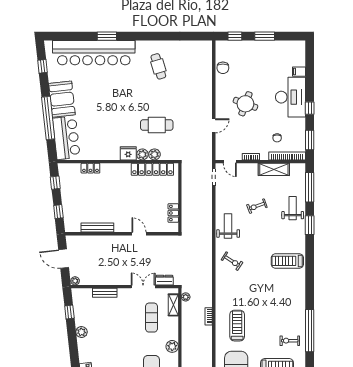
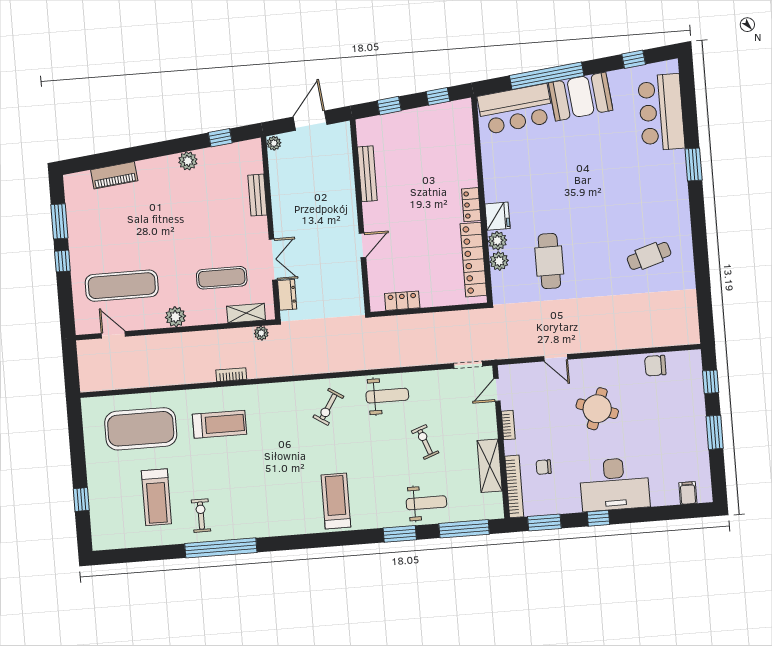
bar counter: (94, 53) -> (661, 112), width x0.54
filing cabinet: (299, 72) -> (688, 493), moved
locker: (90, 168) -> (471, 205), moved

